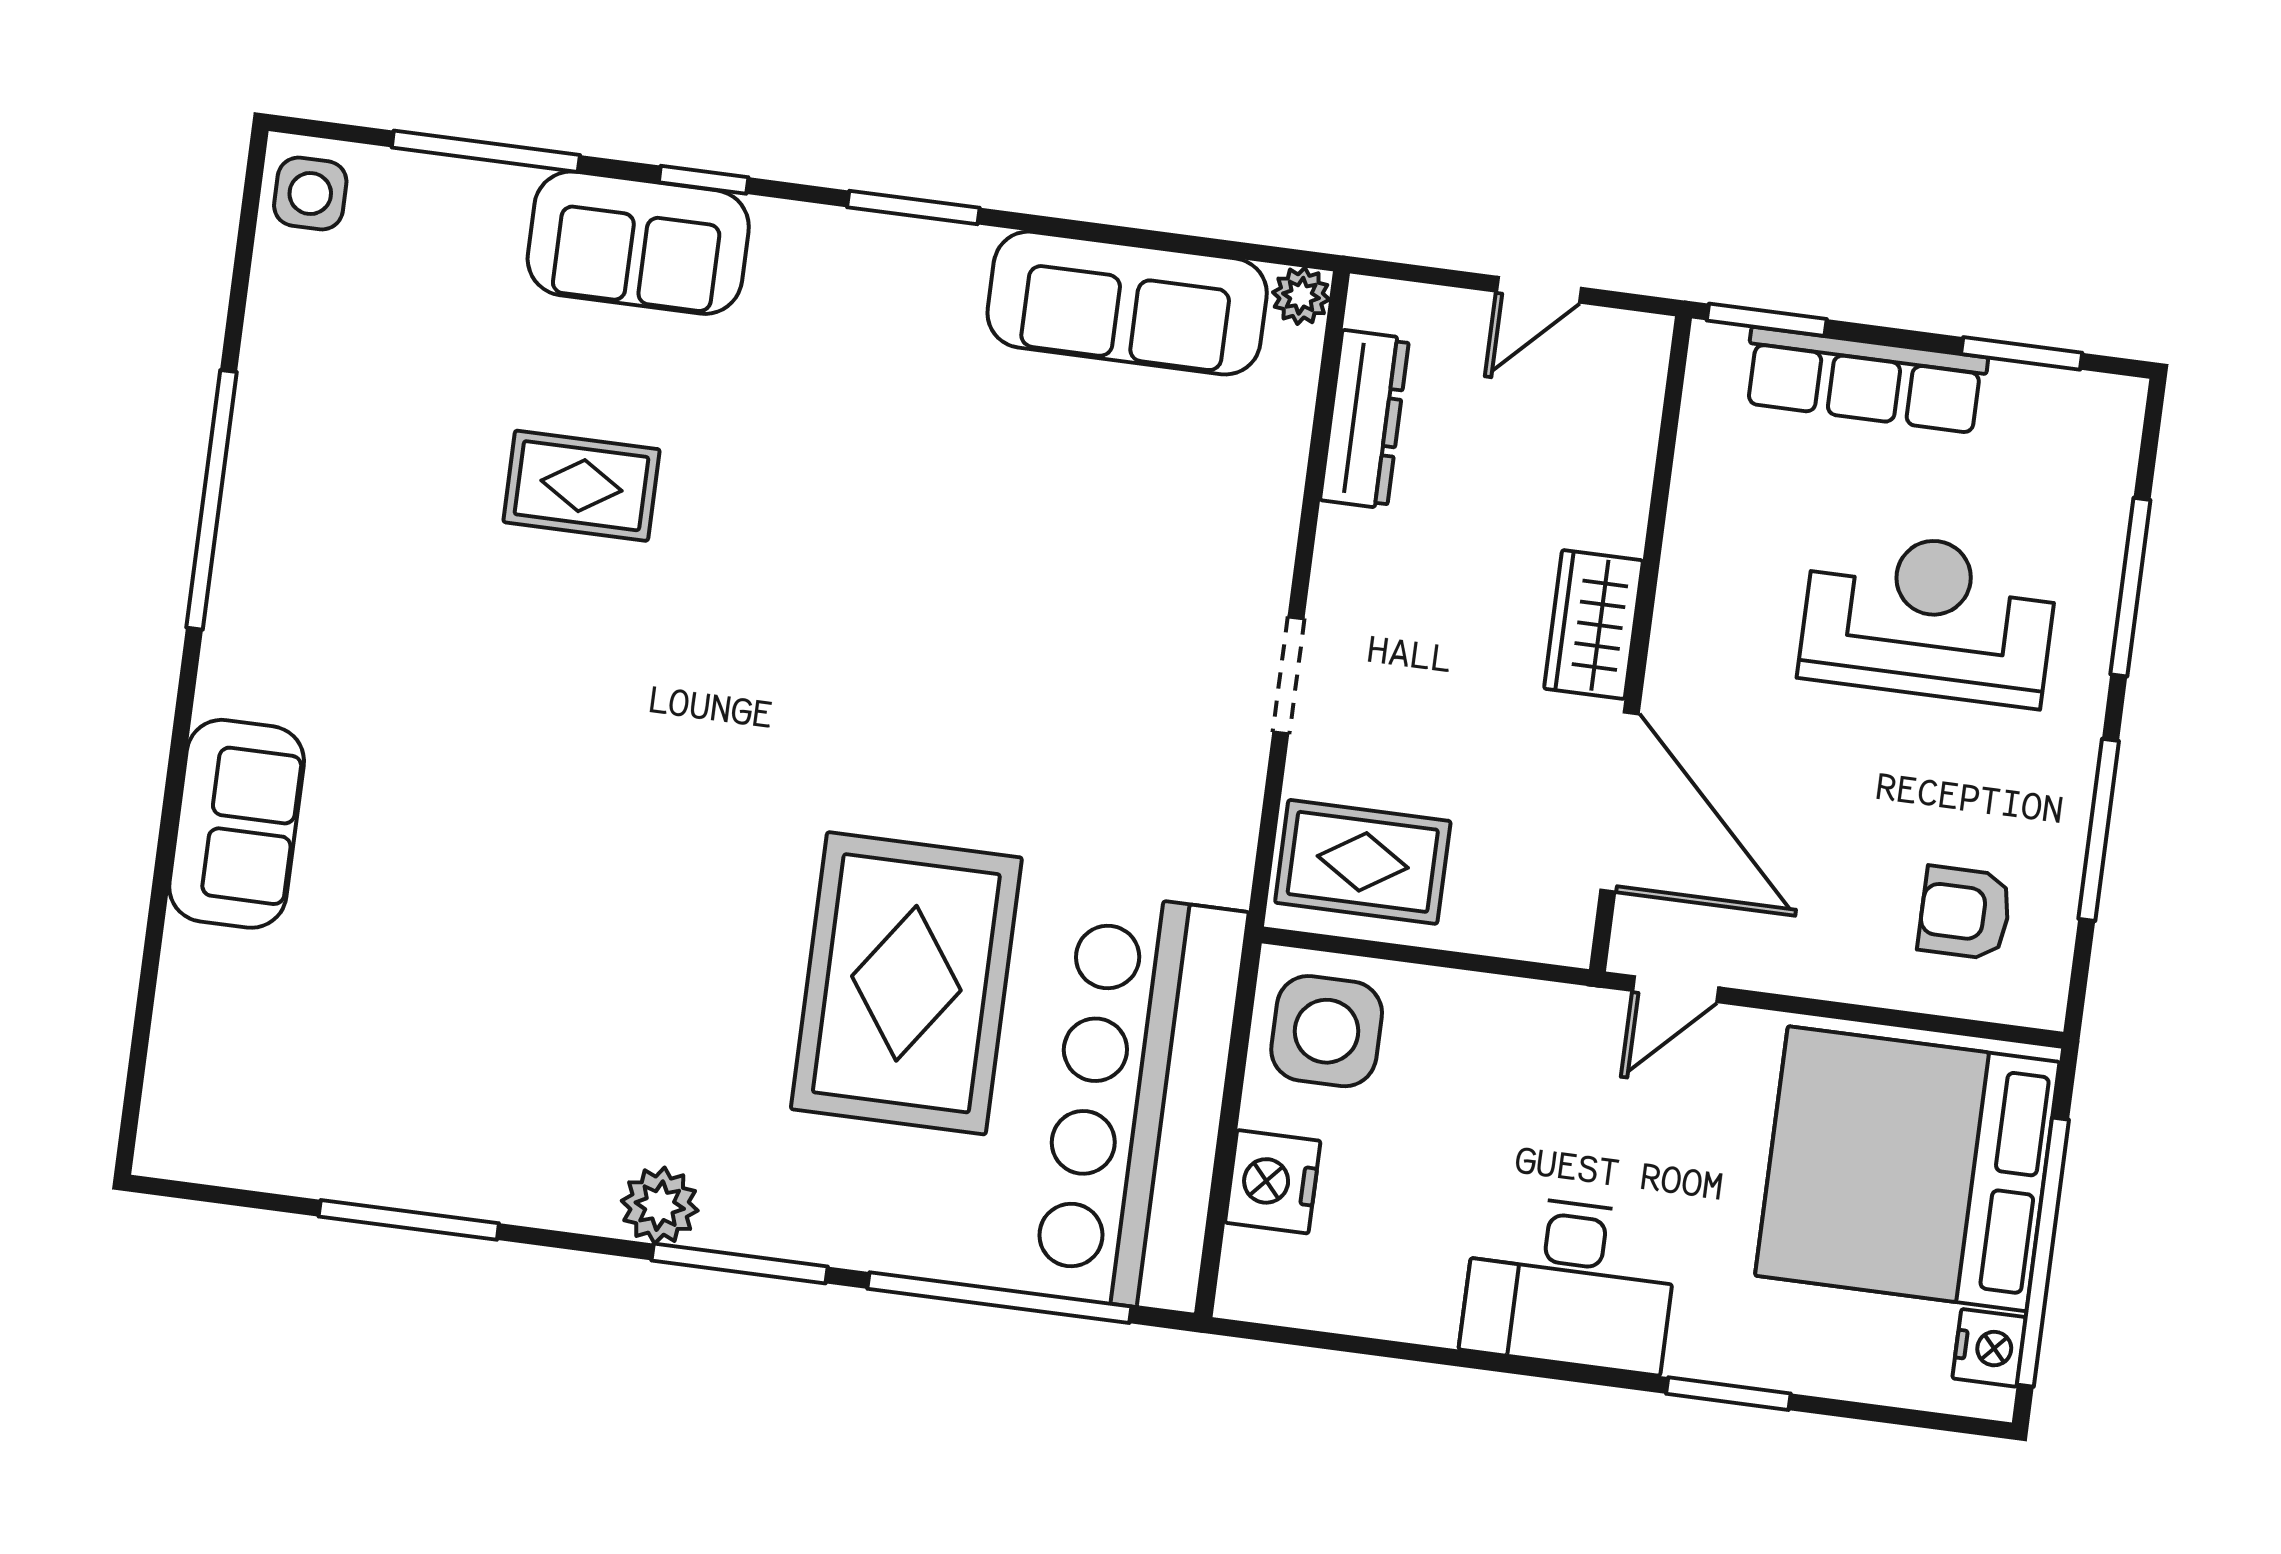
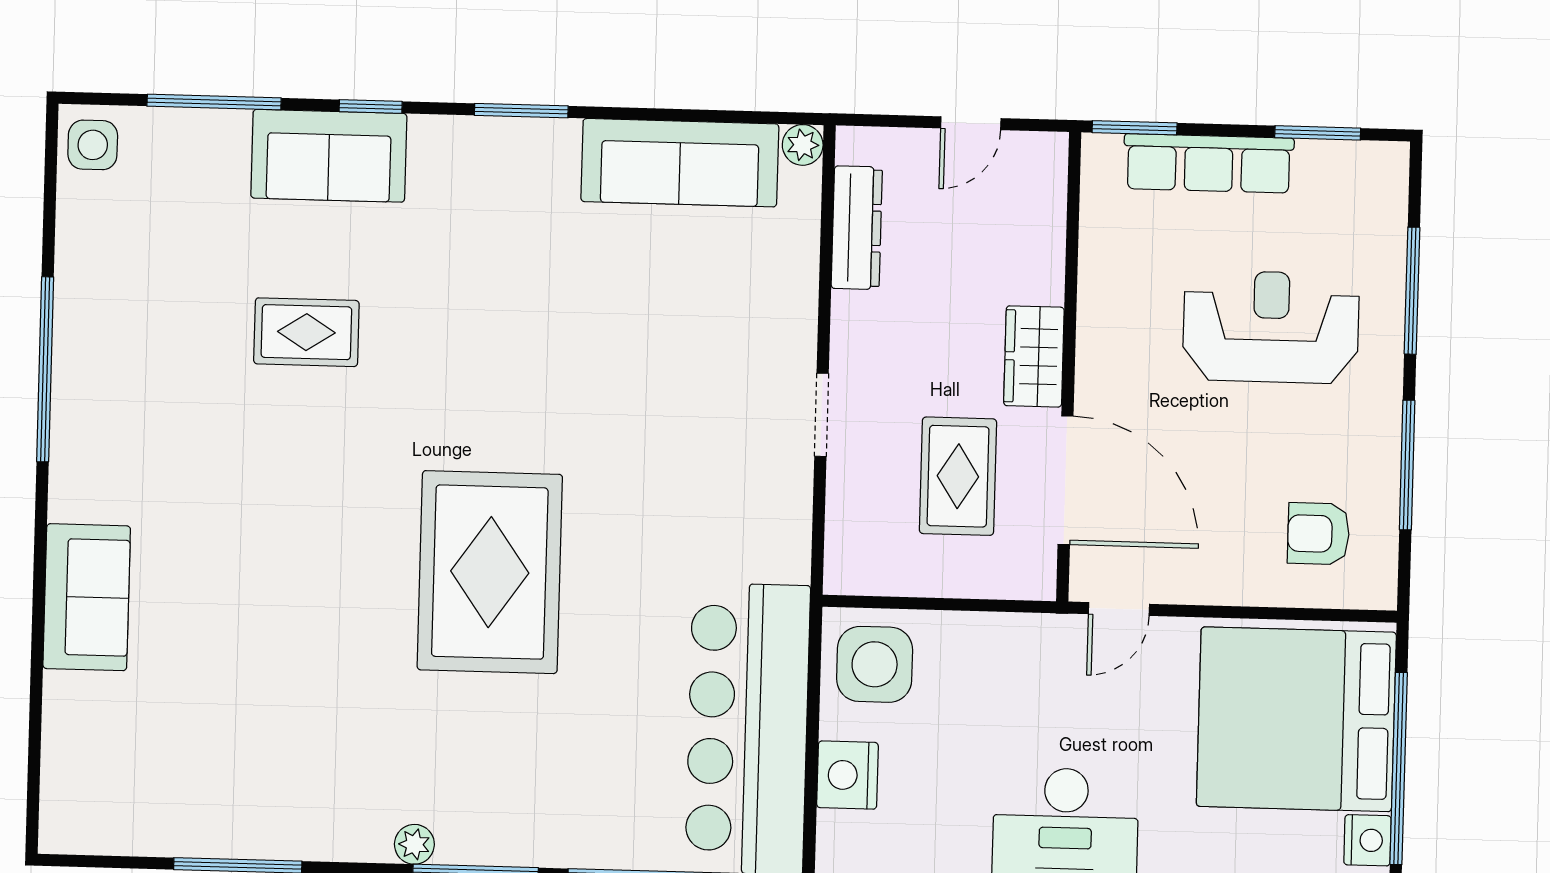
rug: (1363, 862) -> (958, 476), moved, turned 90
rug: (906, 983) -> (490, 572), moved
plant: (660, 1206) -> (414, 844), width x0.73, depth x0.73

